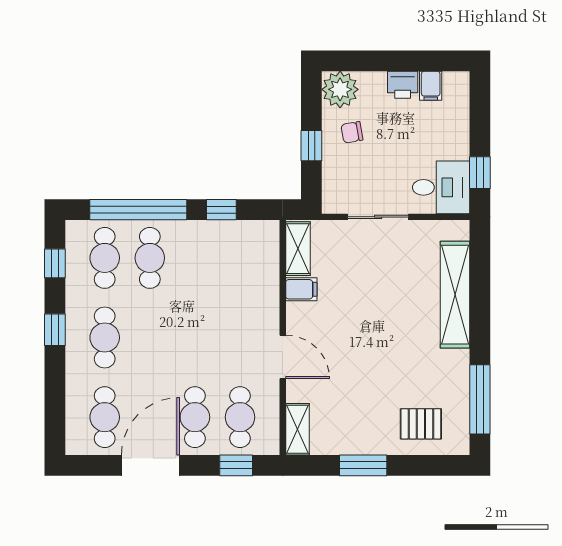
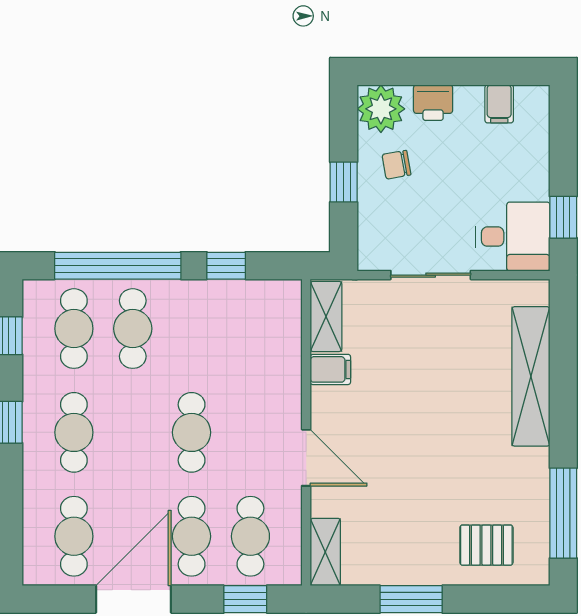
printer: (403, 85) -> (433, 103), moved
cafe table: (195, 338) -> (192, 432), added

